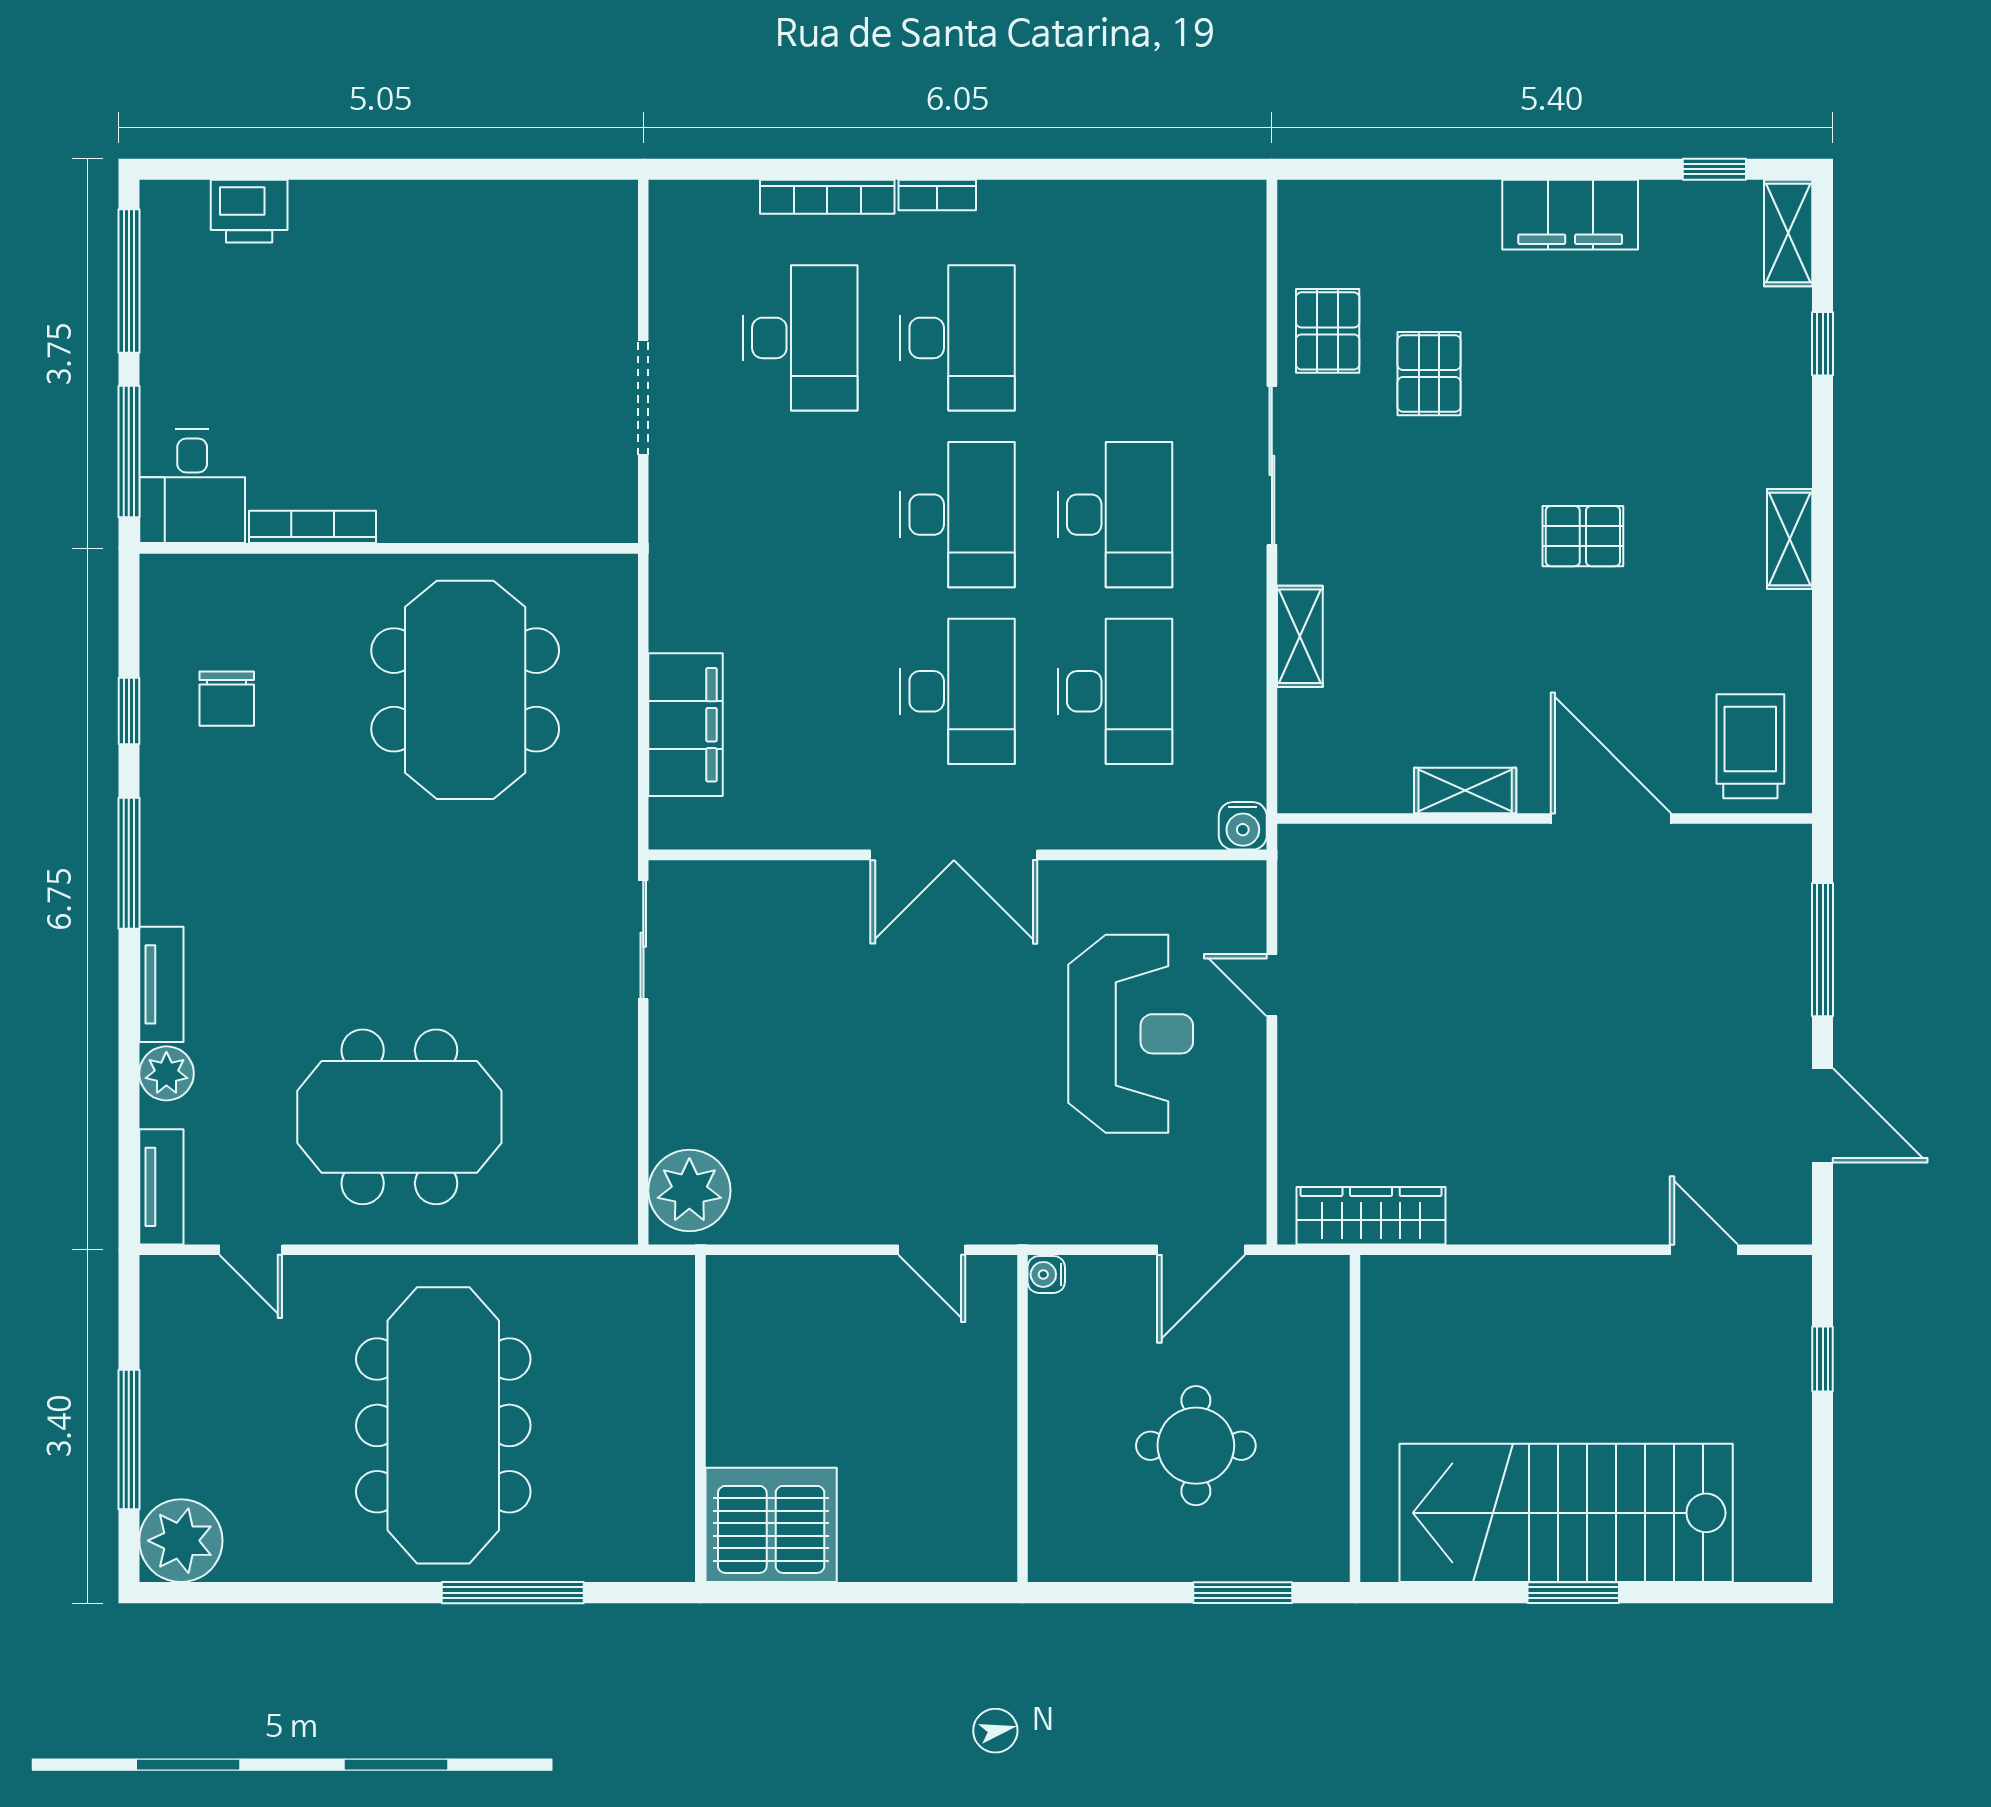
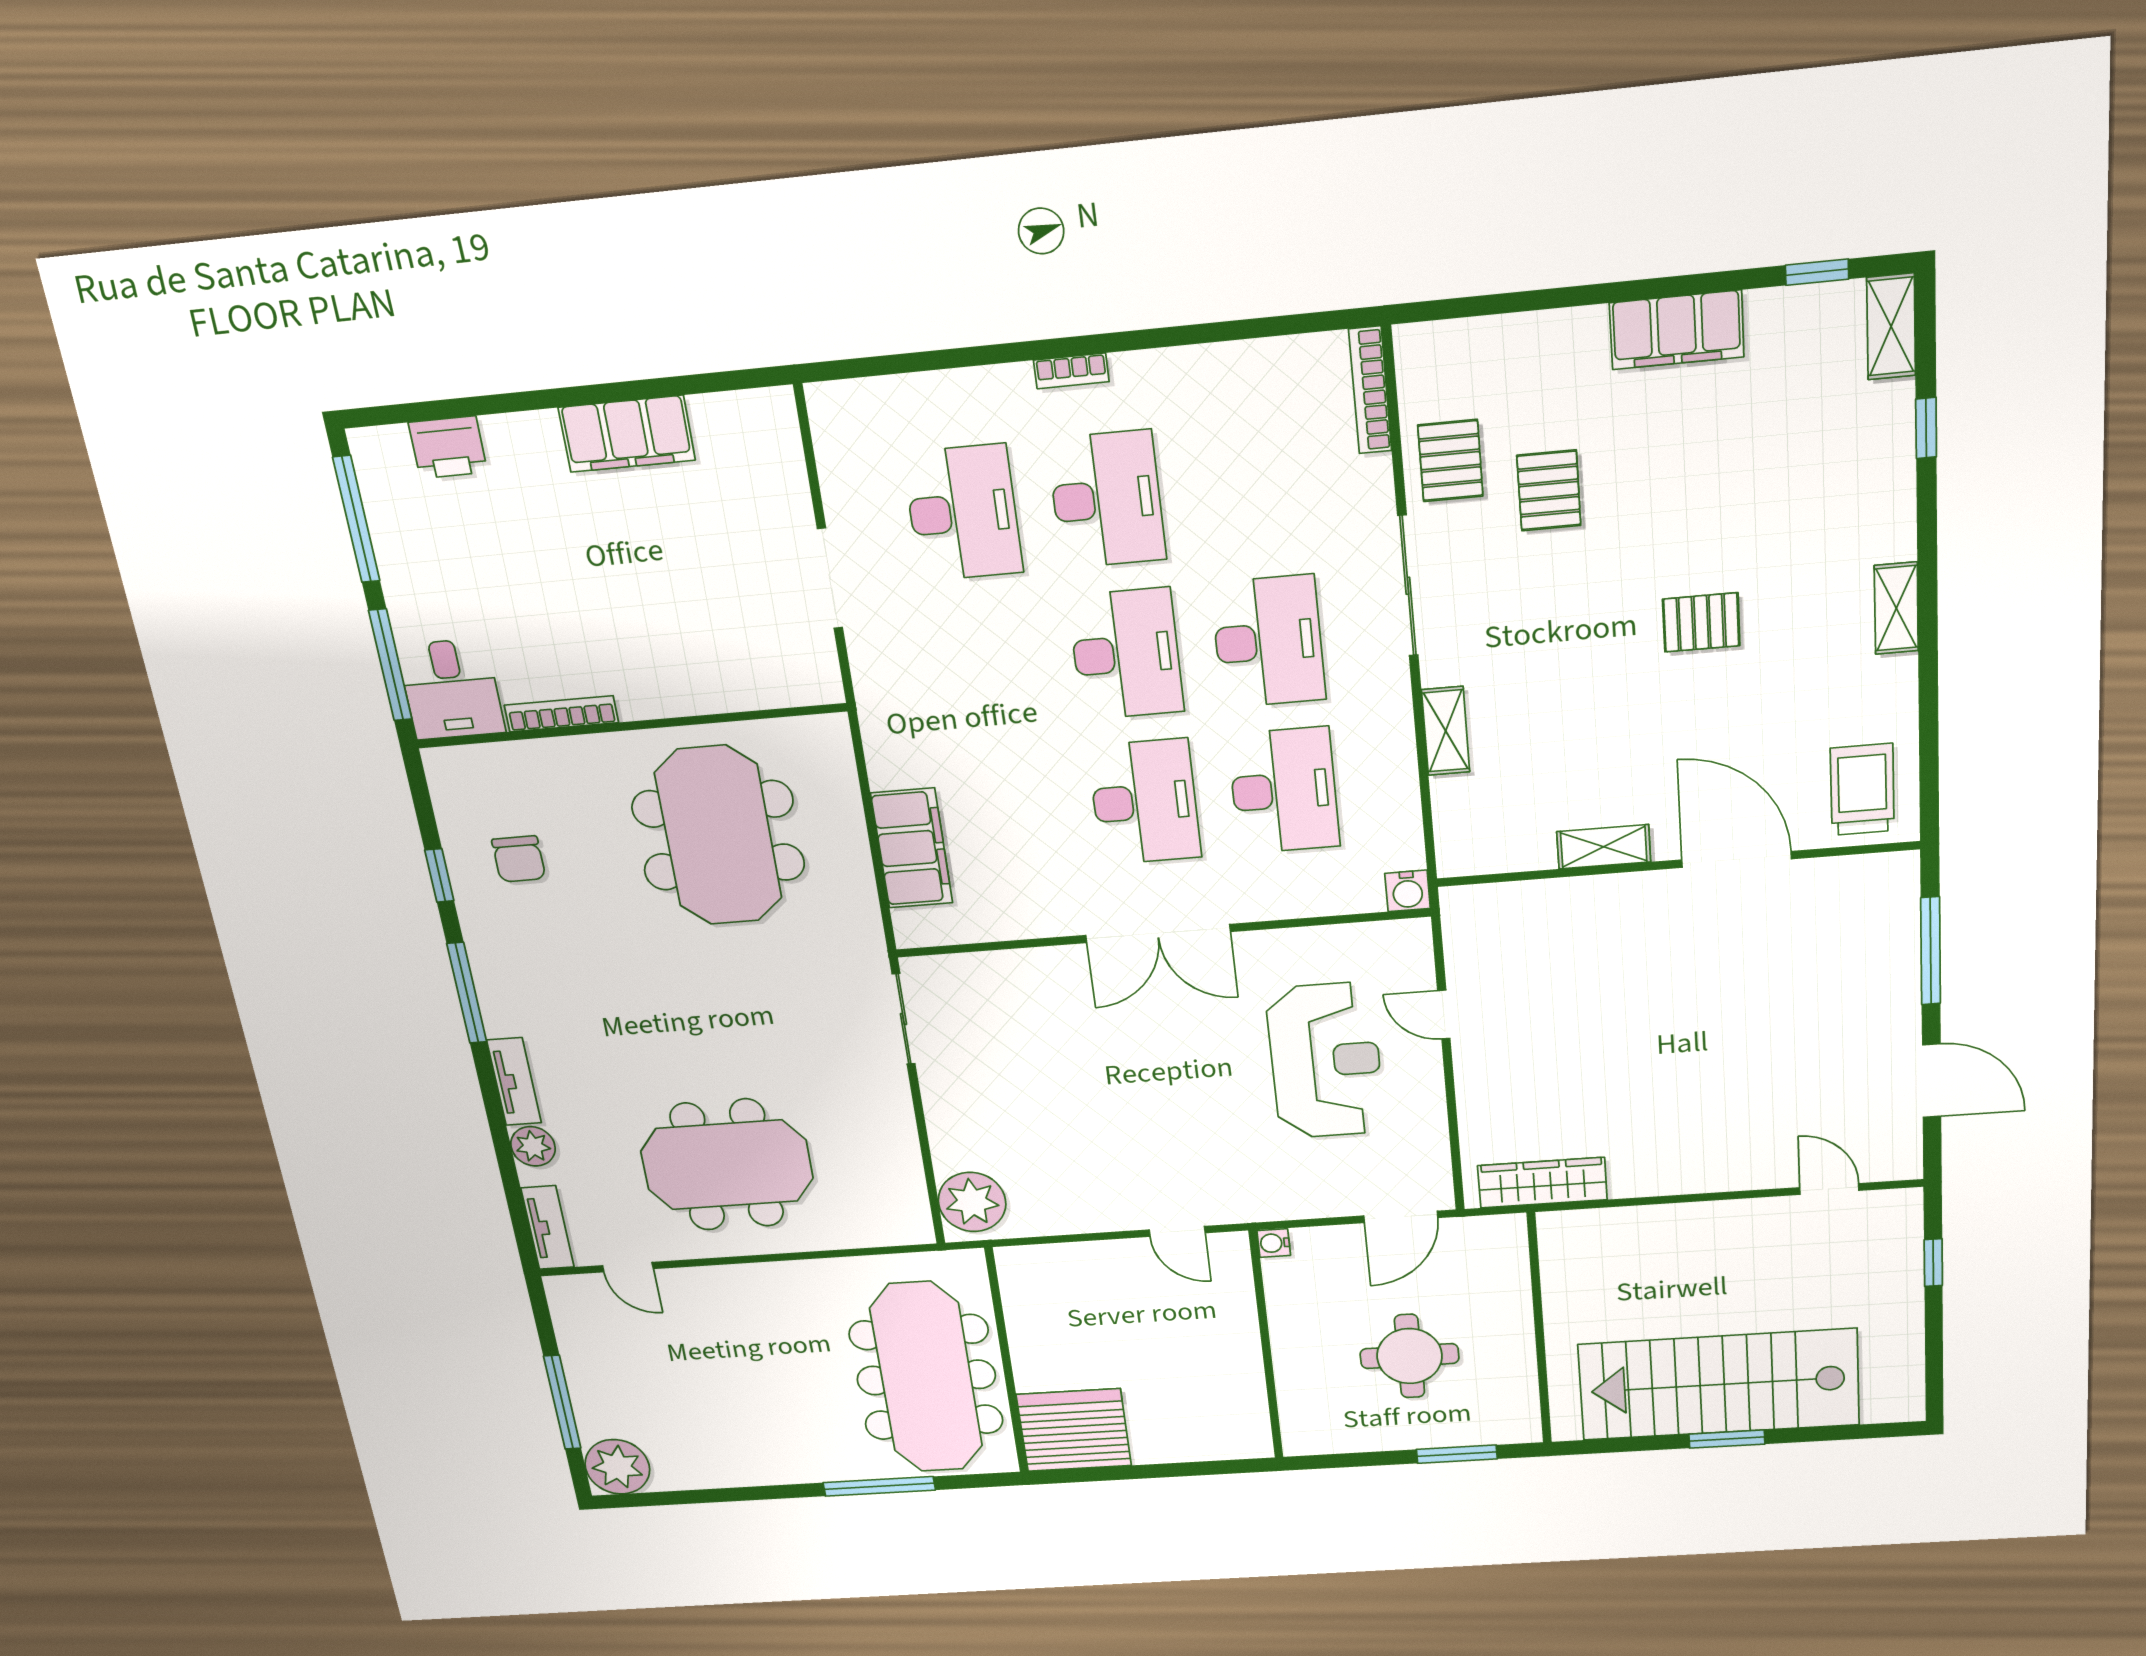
bookcase: (827, 197) -> (1370, 390), moved, turned 90
filing cabinet: (448, 216) -> (627, 434), added
meeting table: (443, 1425) -> (926, 1377), moved

